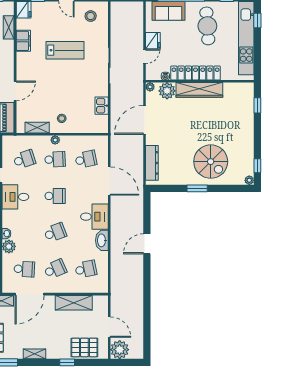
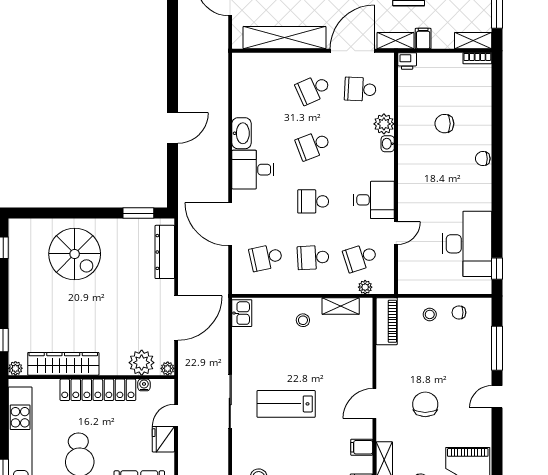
filing cabinet: (23, 41) -> (362, 447), width x0.50
lab bench: (65, 50) -> (286, 404), moved
wardrobe: (199, 90) -> (63, 364), moved
door: (15, 91) -> (374, 403), moved
kitchen sink: (102, 106) -> (242, 313), moved
plant: (55, 140) -> (365, 287), moved
spiral stairs: (211, 162) -> (75, 254), turned 180
plant: (249, 180) -> (15, 368), moved
window: (197, 188) -> (138, 213), moved
school desk: (86, 269) -> (266, 89), removed
shelving: (74, 303) -> (285, 38), width x1.47

